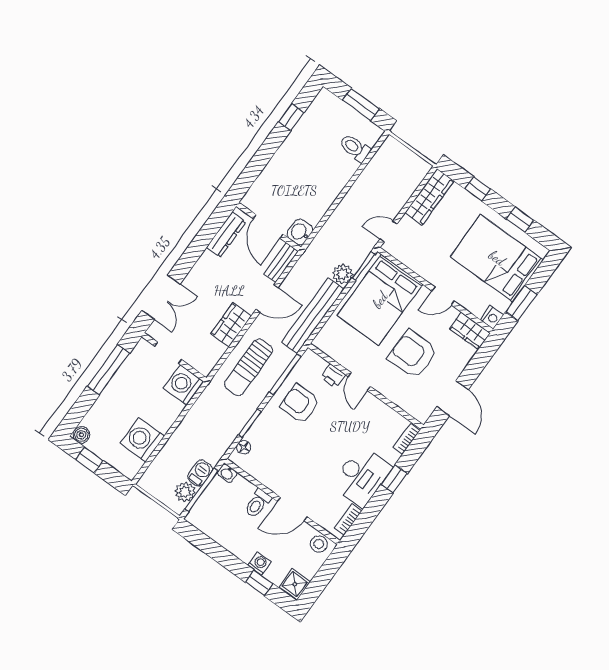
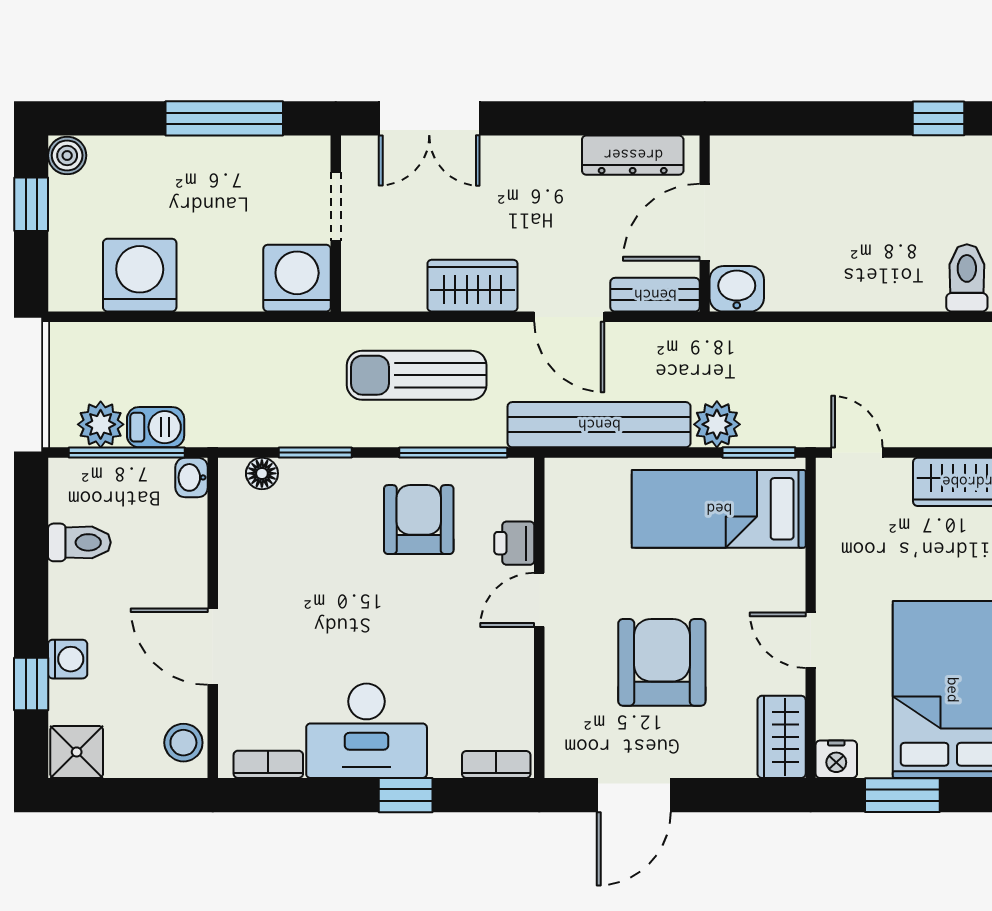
bed: (380, 300) -> (719, 509), width x0.67
toilet: (257, 503) -> (79, 542), moved, turned 180

